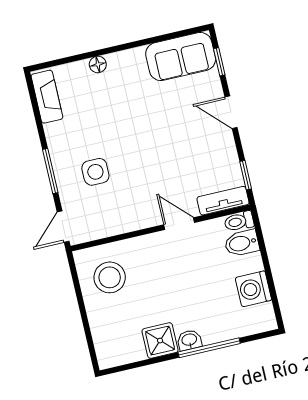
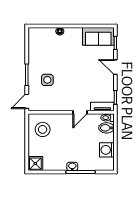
fireplace: (47, 97) -> (33, 40), removed
door: (179, 224) -> (80, 112), swing flipped
shower: (160, 341) -> (35, 164), moved

